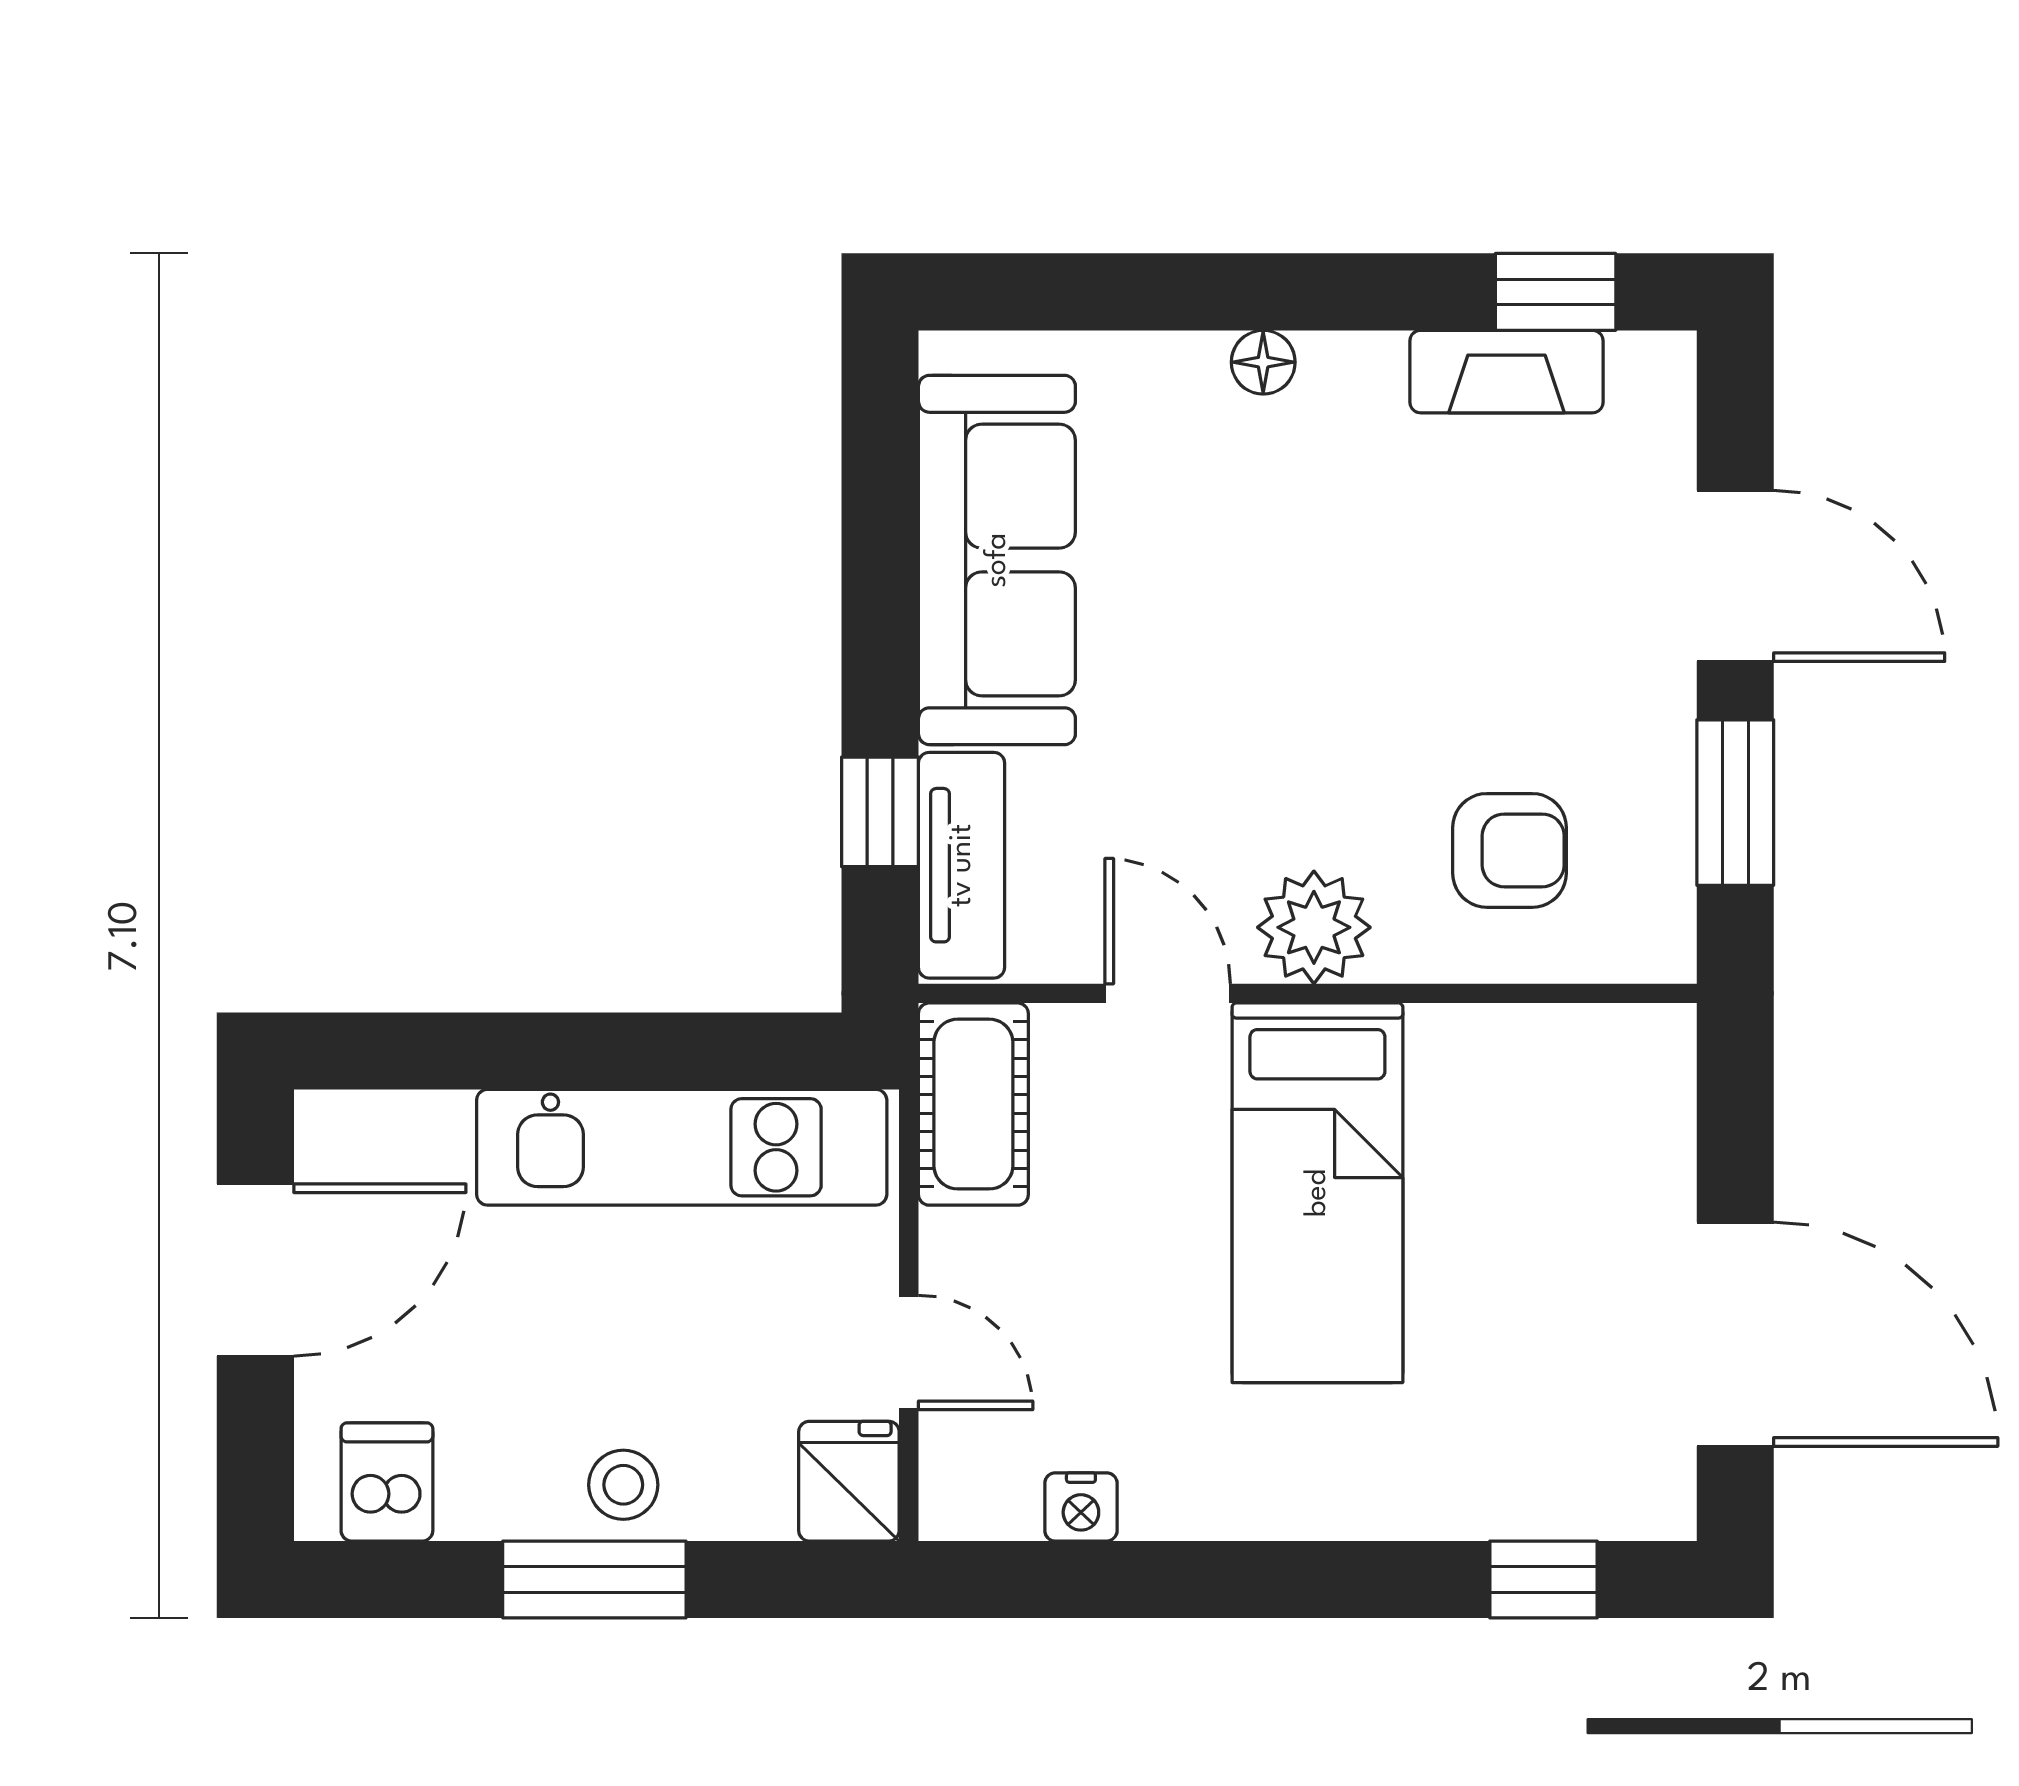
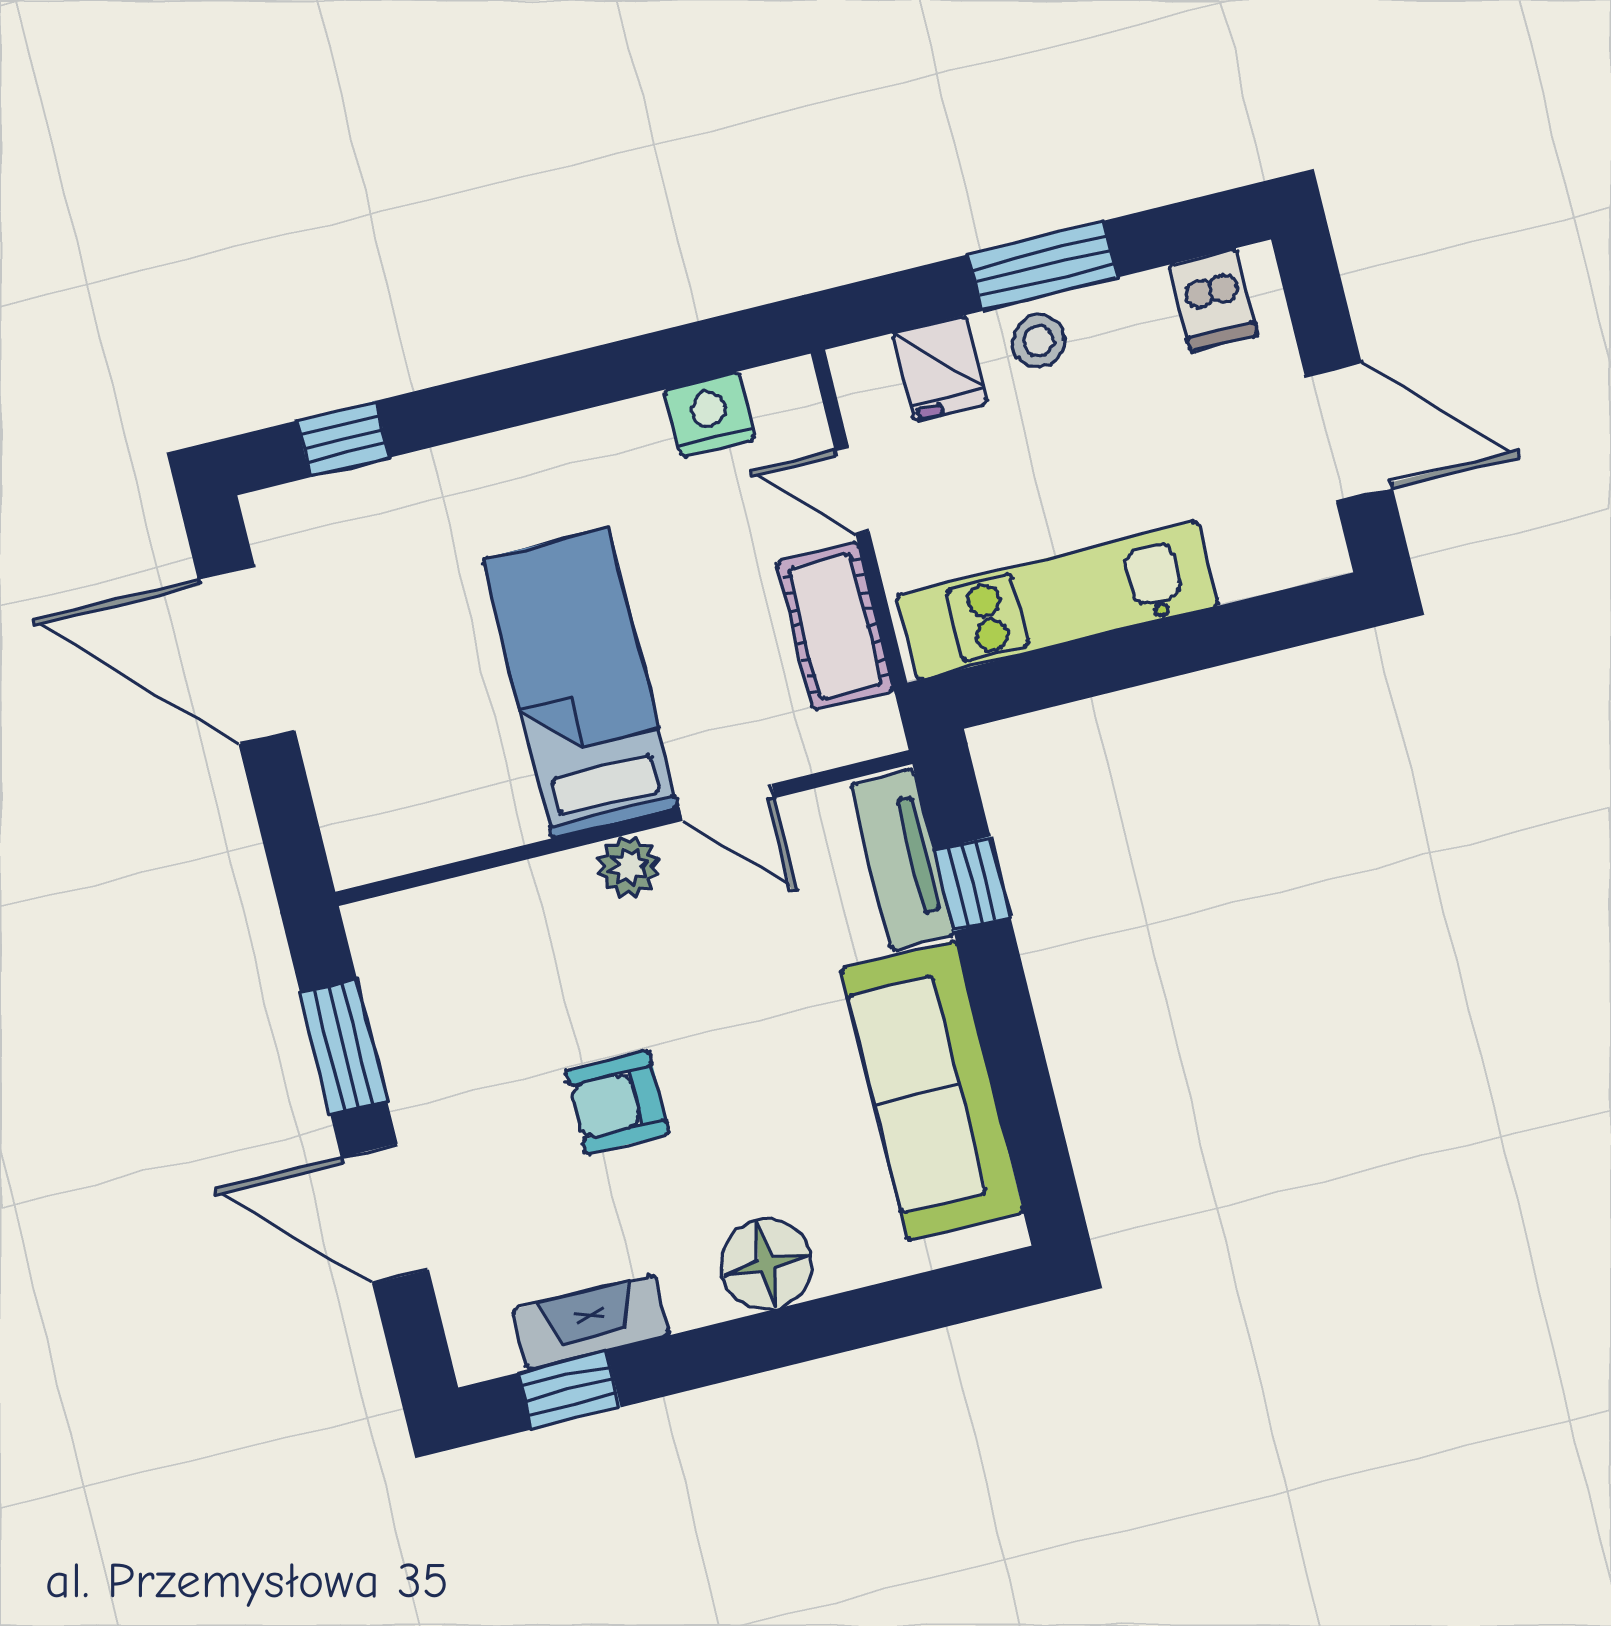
floor lamp: (1263, 362) -> (767, 1264), width x1.89, depth x1.89
armchair: (1510, 850) -> (617, 1102), moved
plant: (1314, 927) -> (628, 866), width x0.73, depth x0.73
cot: (973, 1104) -> (835, 626), moved
door: (255, 1270) -> (1349, 432), swing flipped
fridge: (849, 1481) -> (940, 368), moved
nightstand: (1081, 1507) -> (710, 415), width x1.39, depth x1.35

